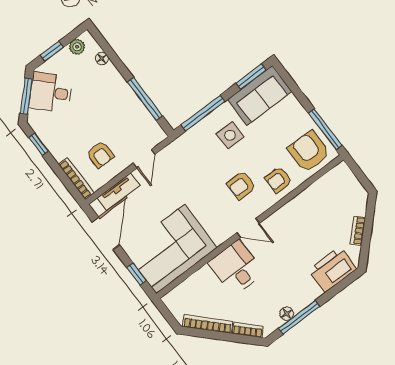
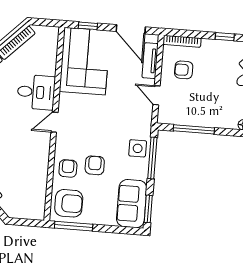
side table: (230, 135) -> (138, 148), moved
armchair: (241, 185) -> (95, 165), moved

